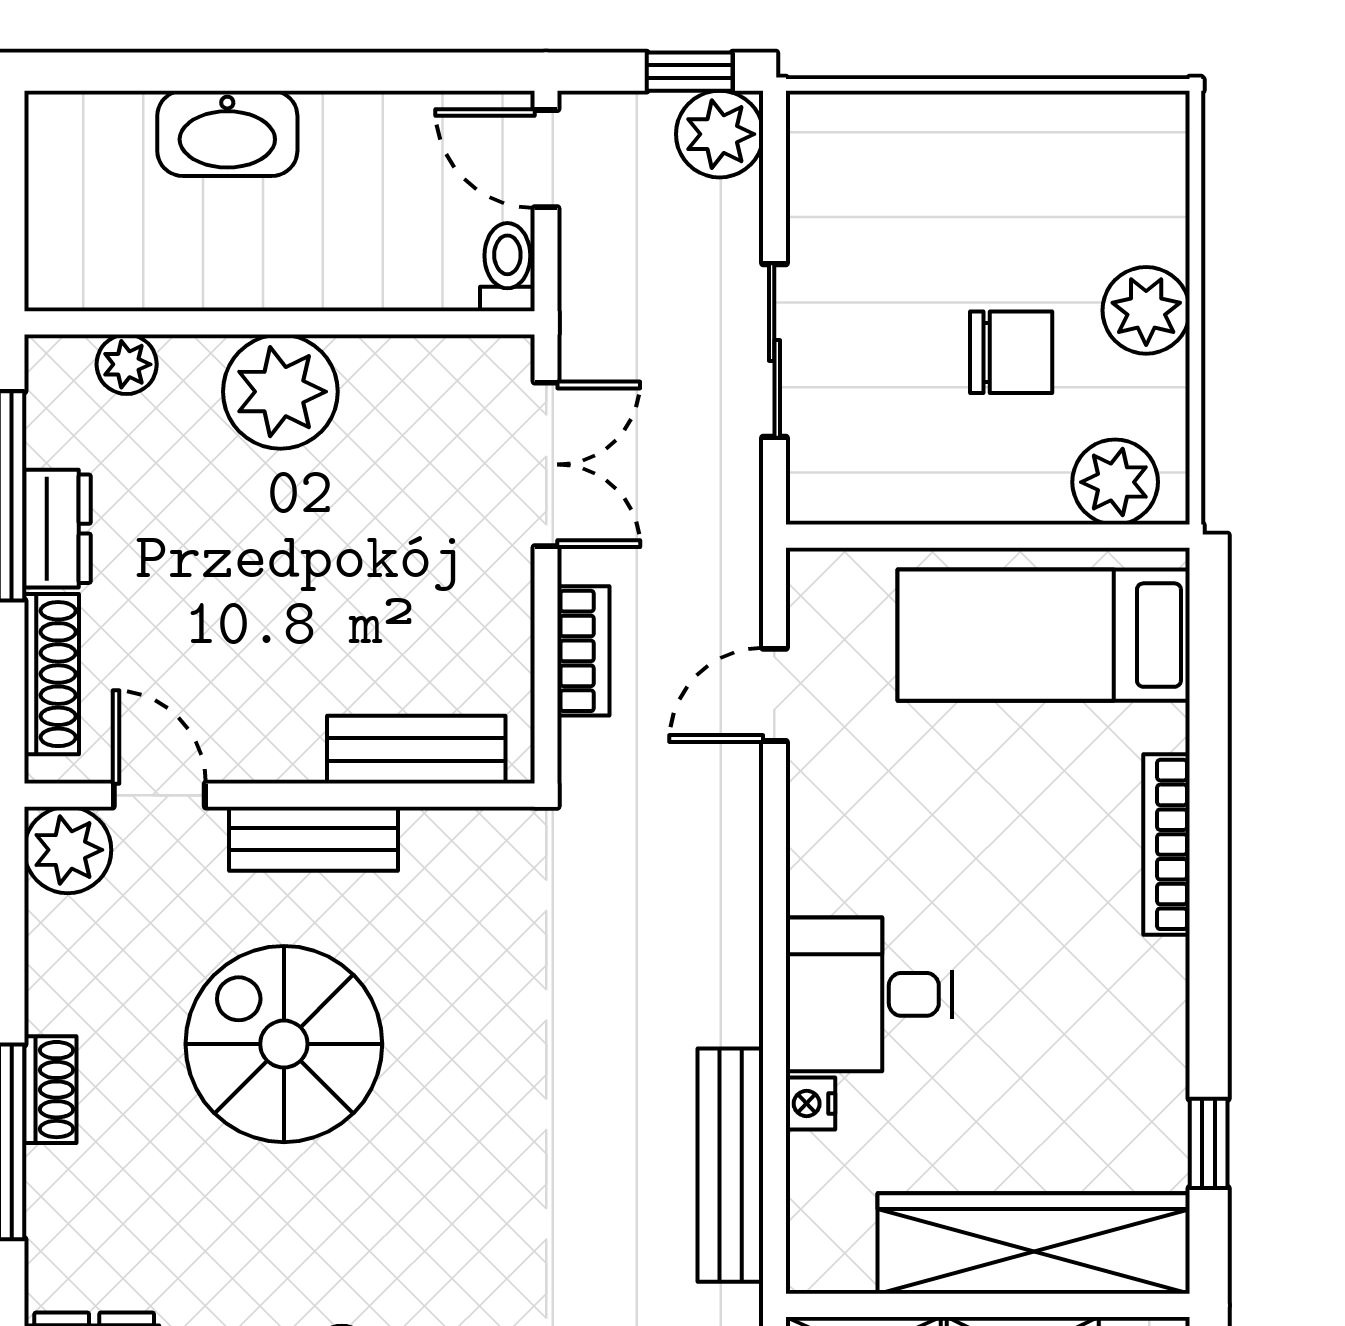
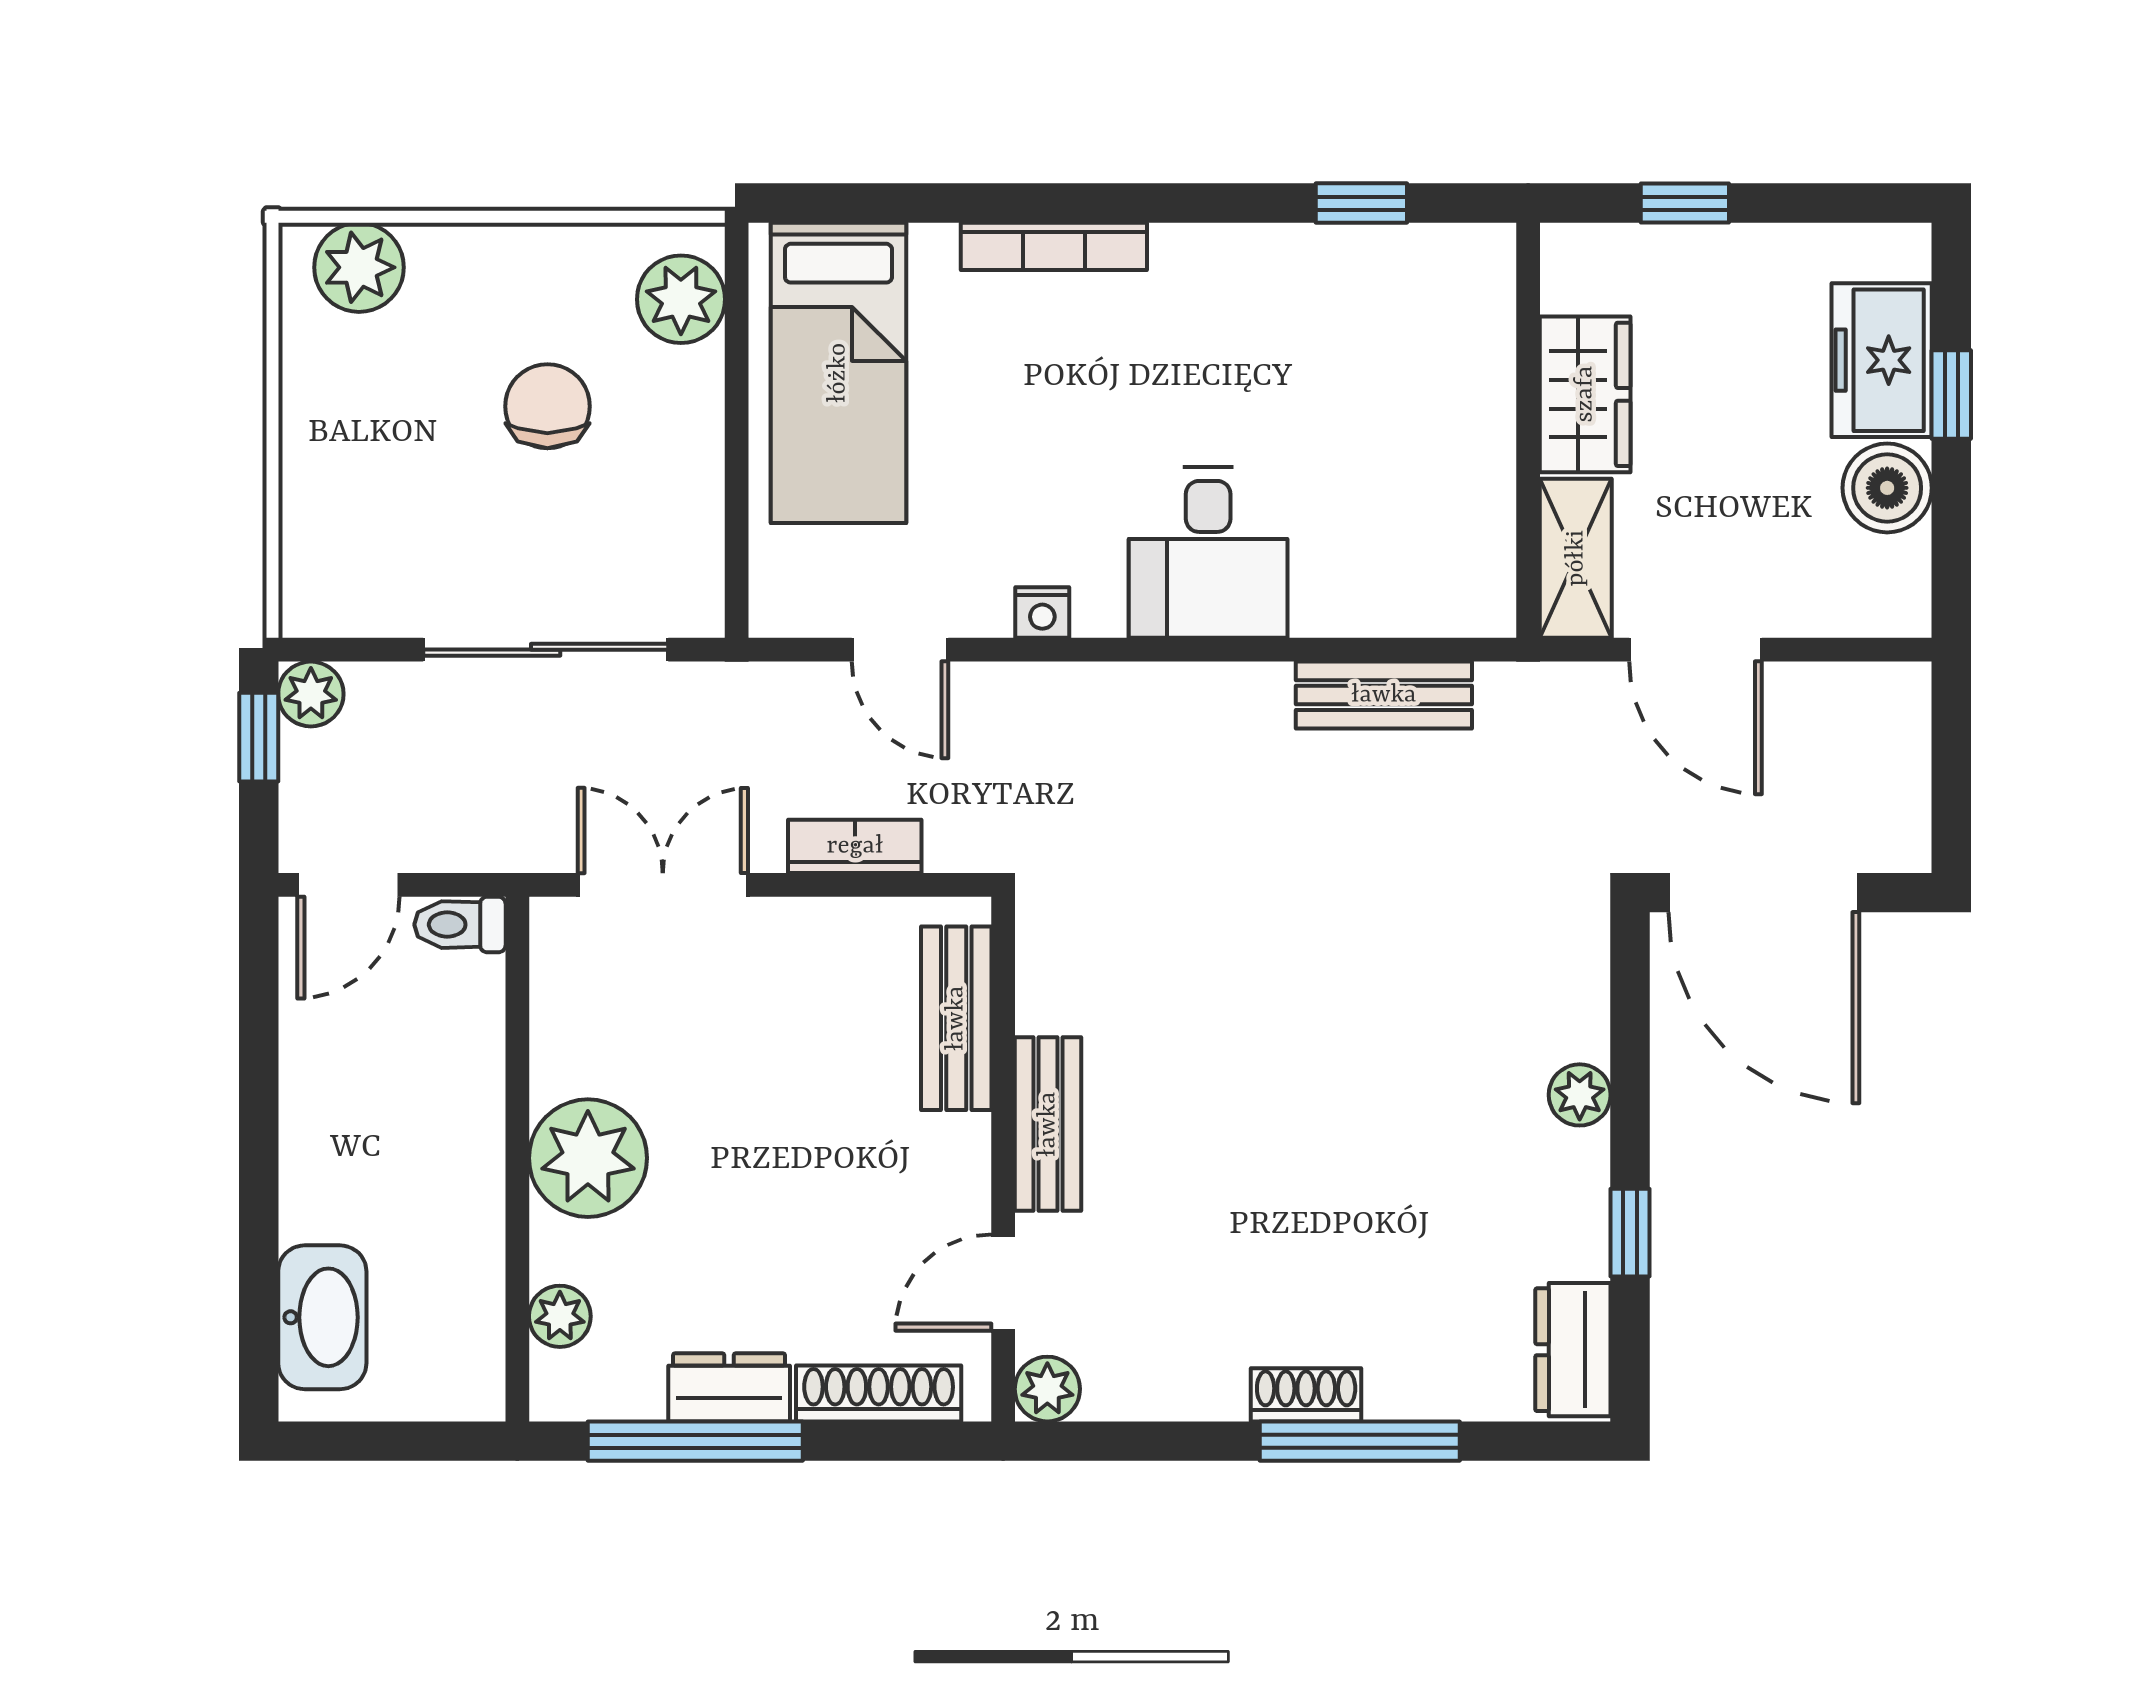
washbasin: (227, 133) -> (322, 1317), moved
plant: (720, 134) -> (311, 694), width x0.73, depth x0.73
plant: (1146, 310) -> (359, 267), moved
sliding door: (774, 351) -> (546, 650), width x1.37
plant: (68, 850) -> (1047, 1389), width x0.73, depth x0.73
spiral stairs: (284, 1044) -> (1259, 1154), removed
nightstand: (811, 1104) -> (1042, 613), moved
bench: (730, 1165) -> (1384, 695), width x0.73
wardrobe: (1034, 1243) -> (1464, 383), removed

